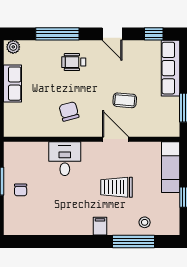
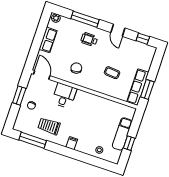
row of seats: (171, 68) -> (138, 87), moved
door: (116, 139) -> (42, 75), moved
exam couch: (171, 167) -> (122, 134), moved
trolley: (116, 187) -> (49, 126), moved
window: (133, 241) -> (33, 140), moved

